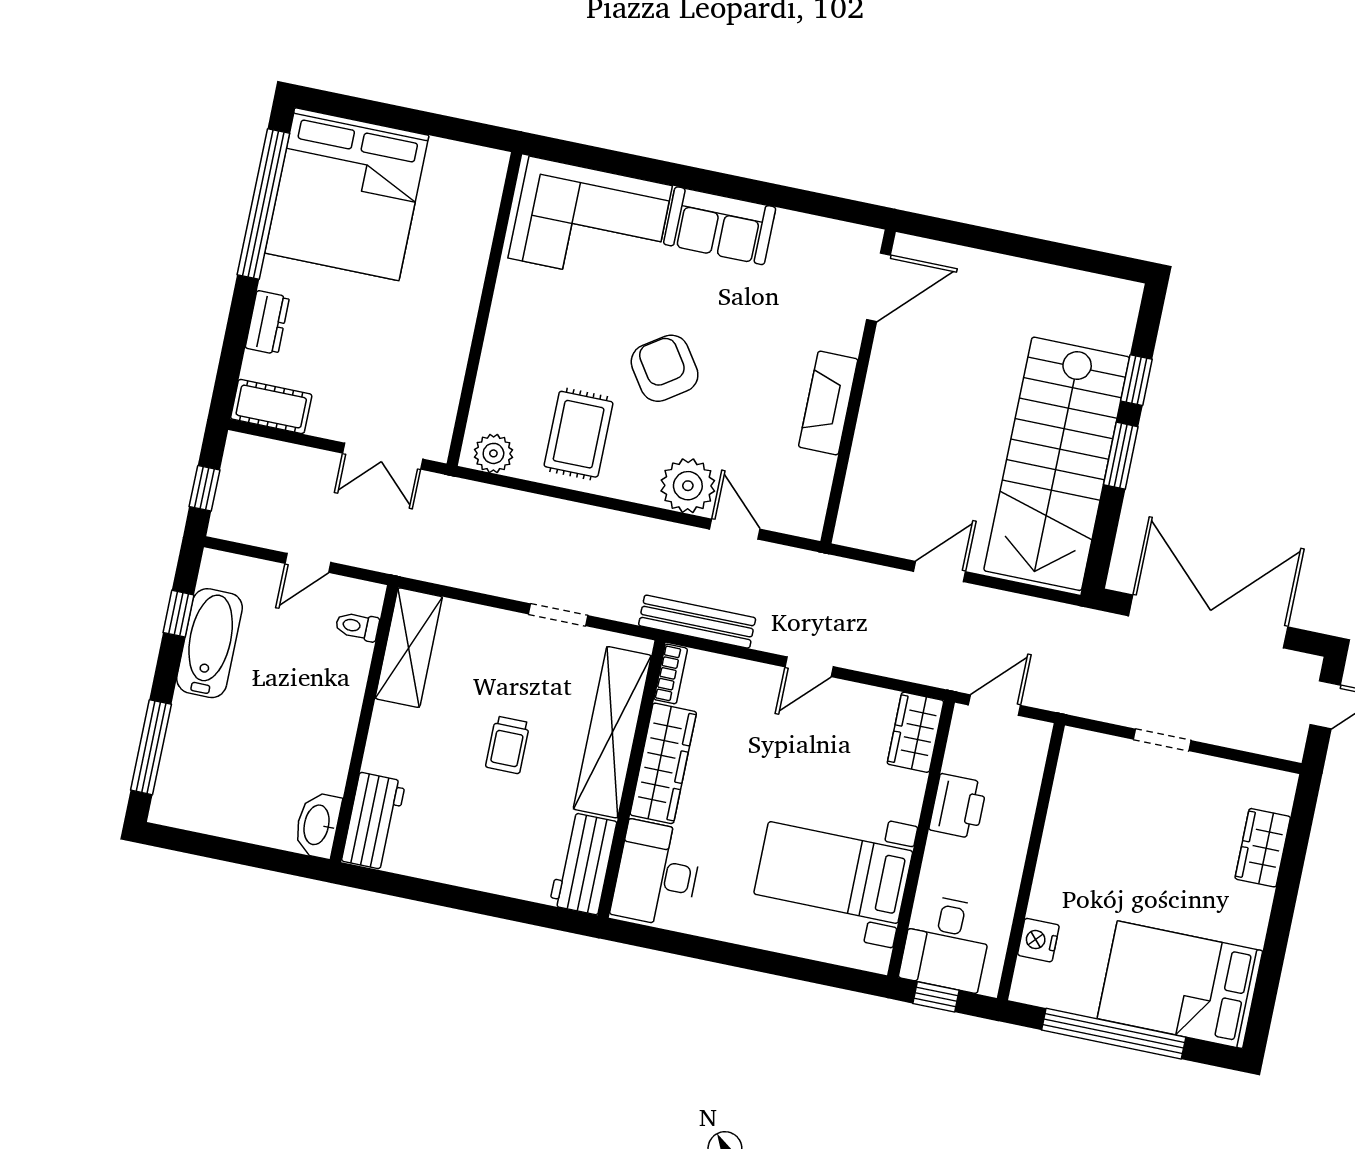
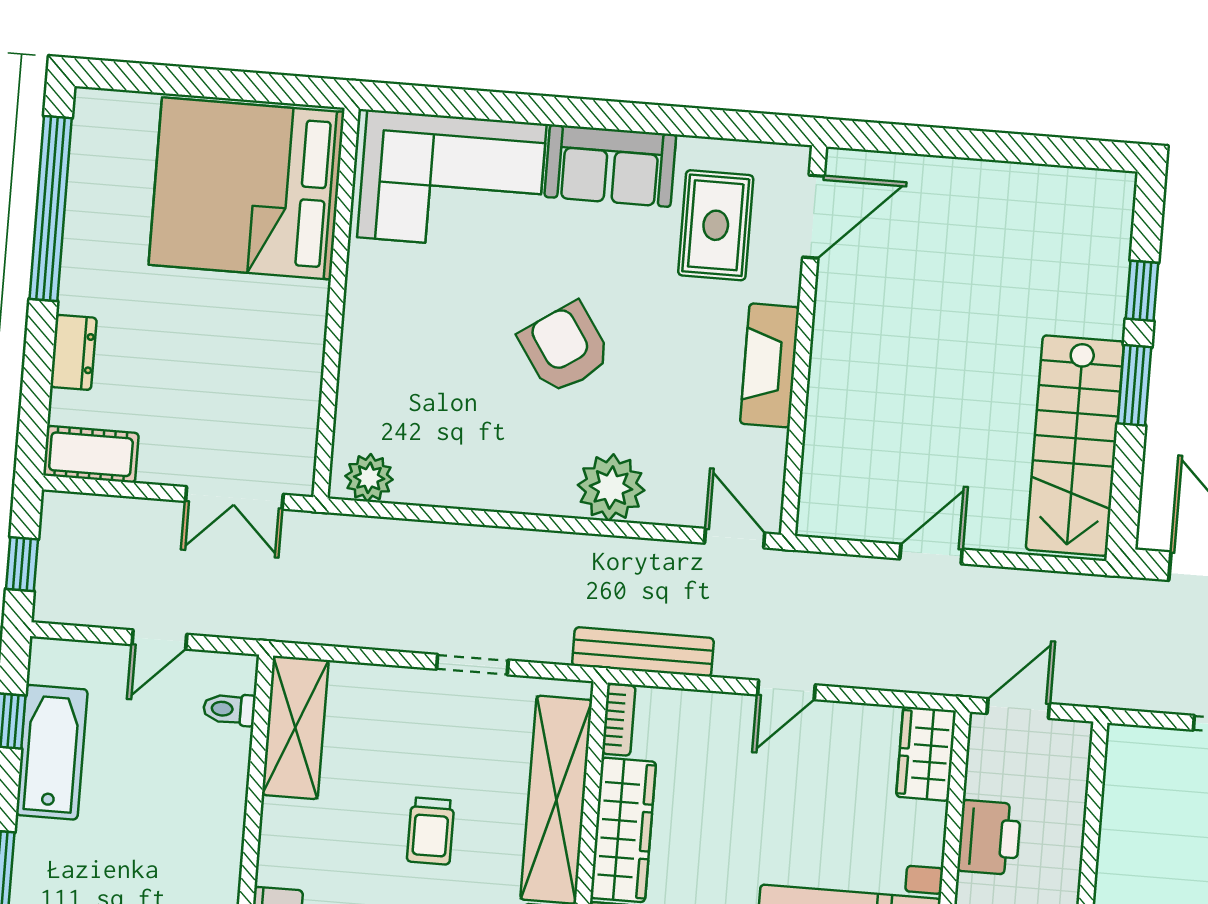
bed: (347, 194) -> (247, 188), moved, turned 90
rug: (579, 434) -> (716, 225), moved
stairs: (1057, 464) -> (1075, 446), width x0.73, depth x0.66
door: (735, 529) -> (735, 538), moved

